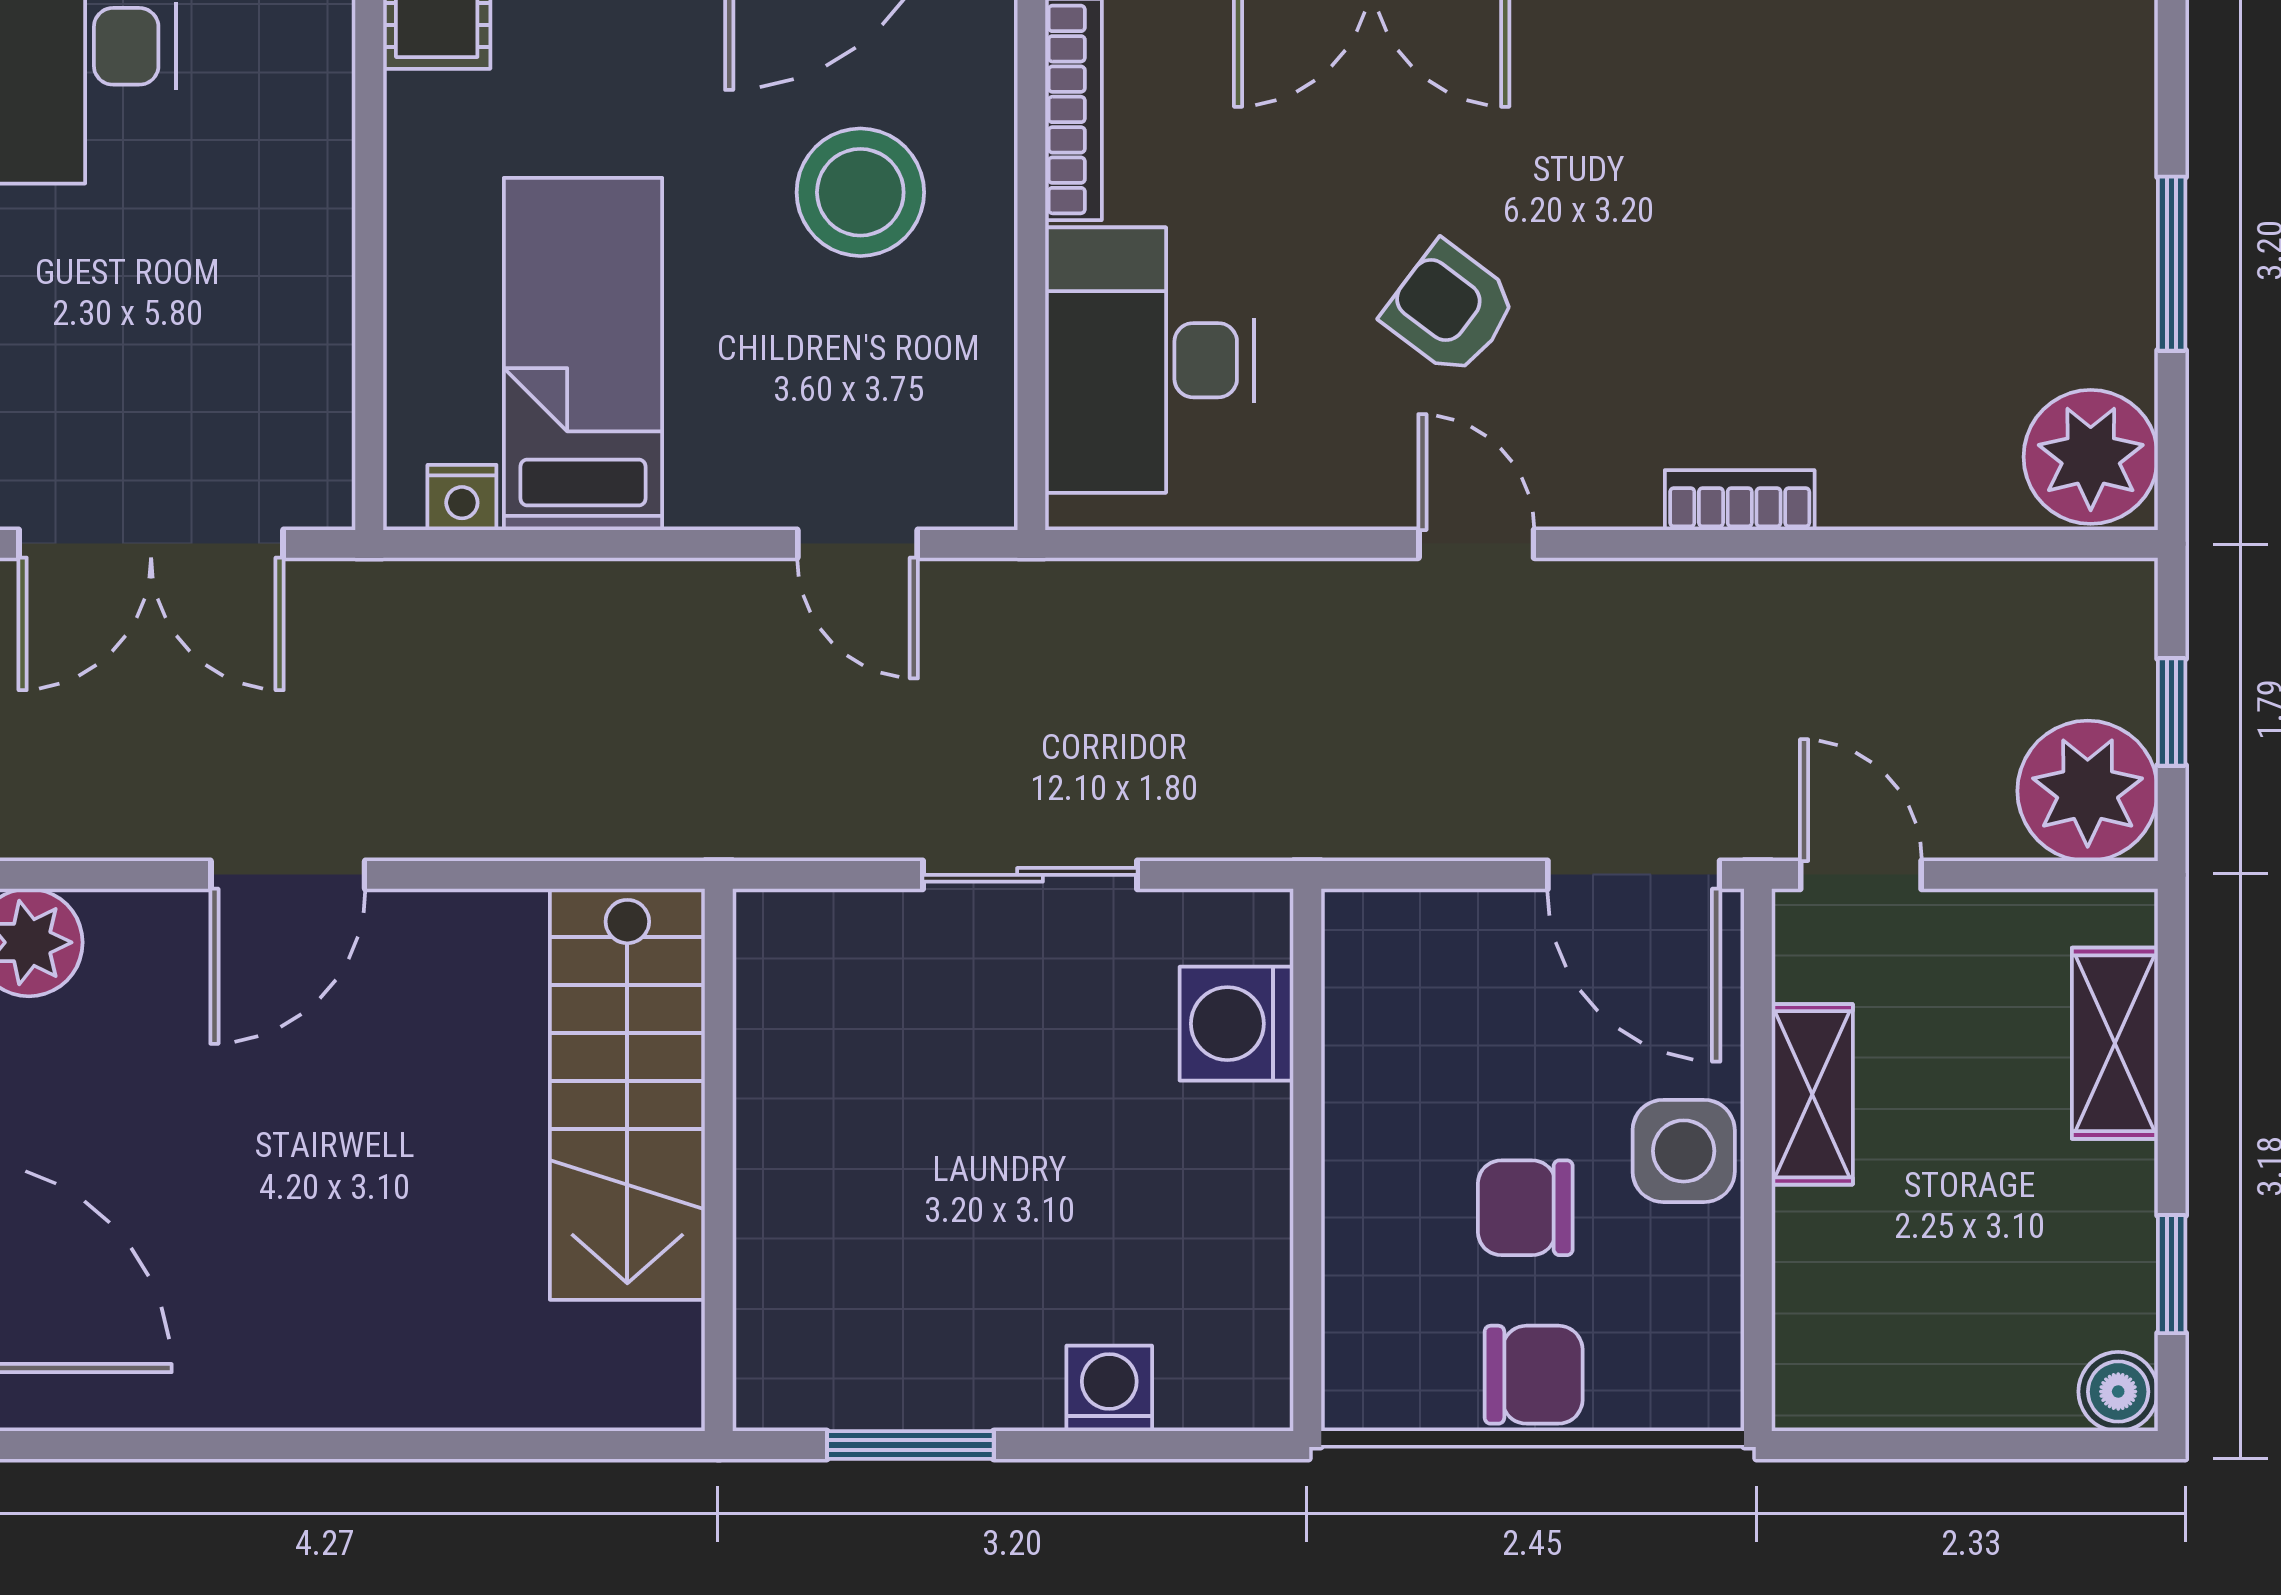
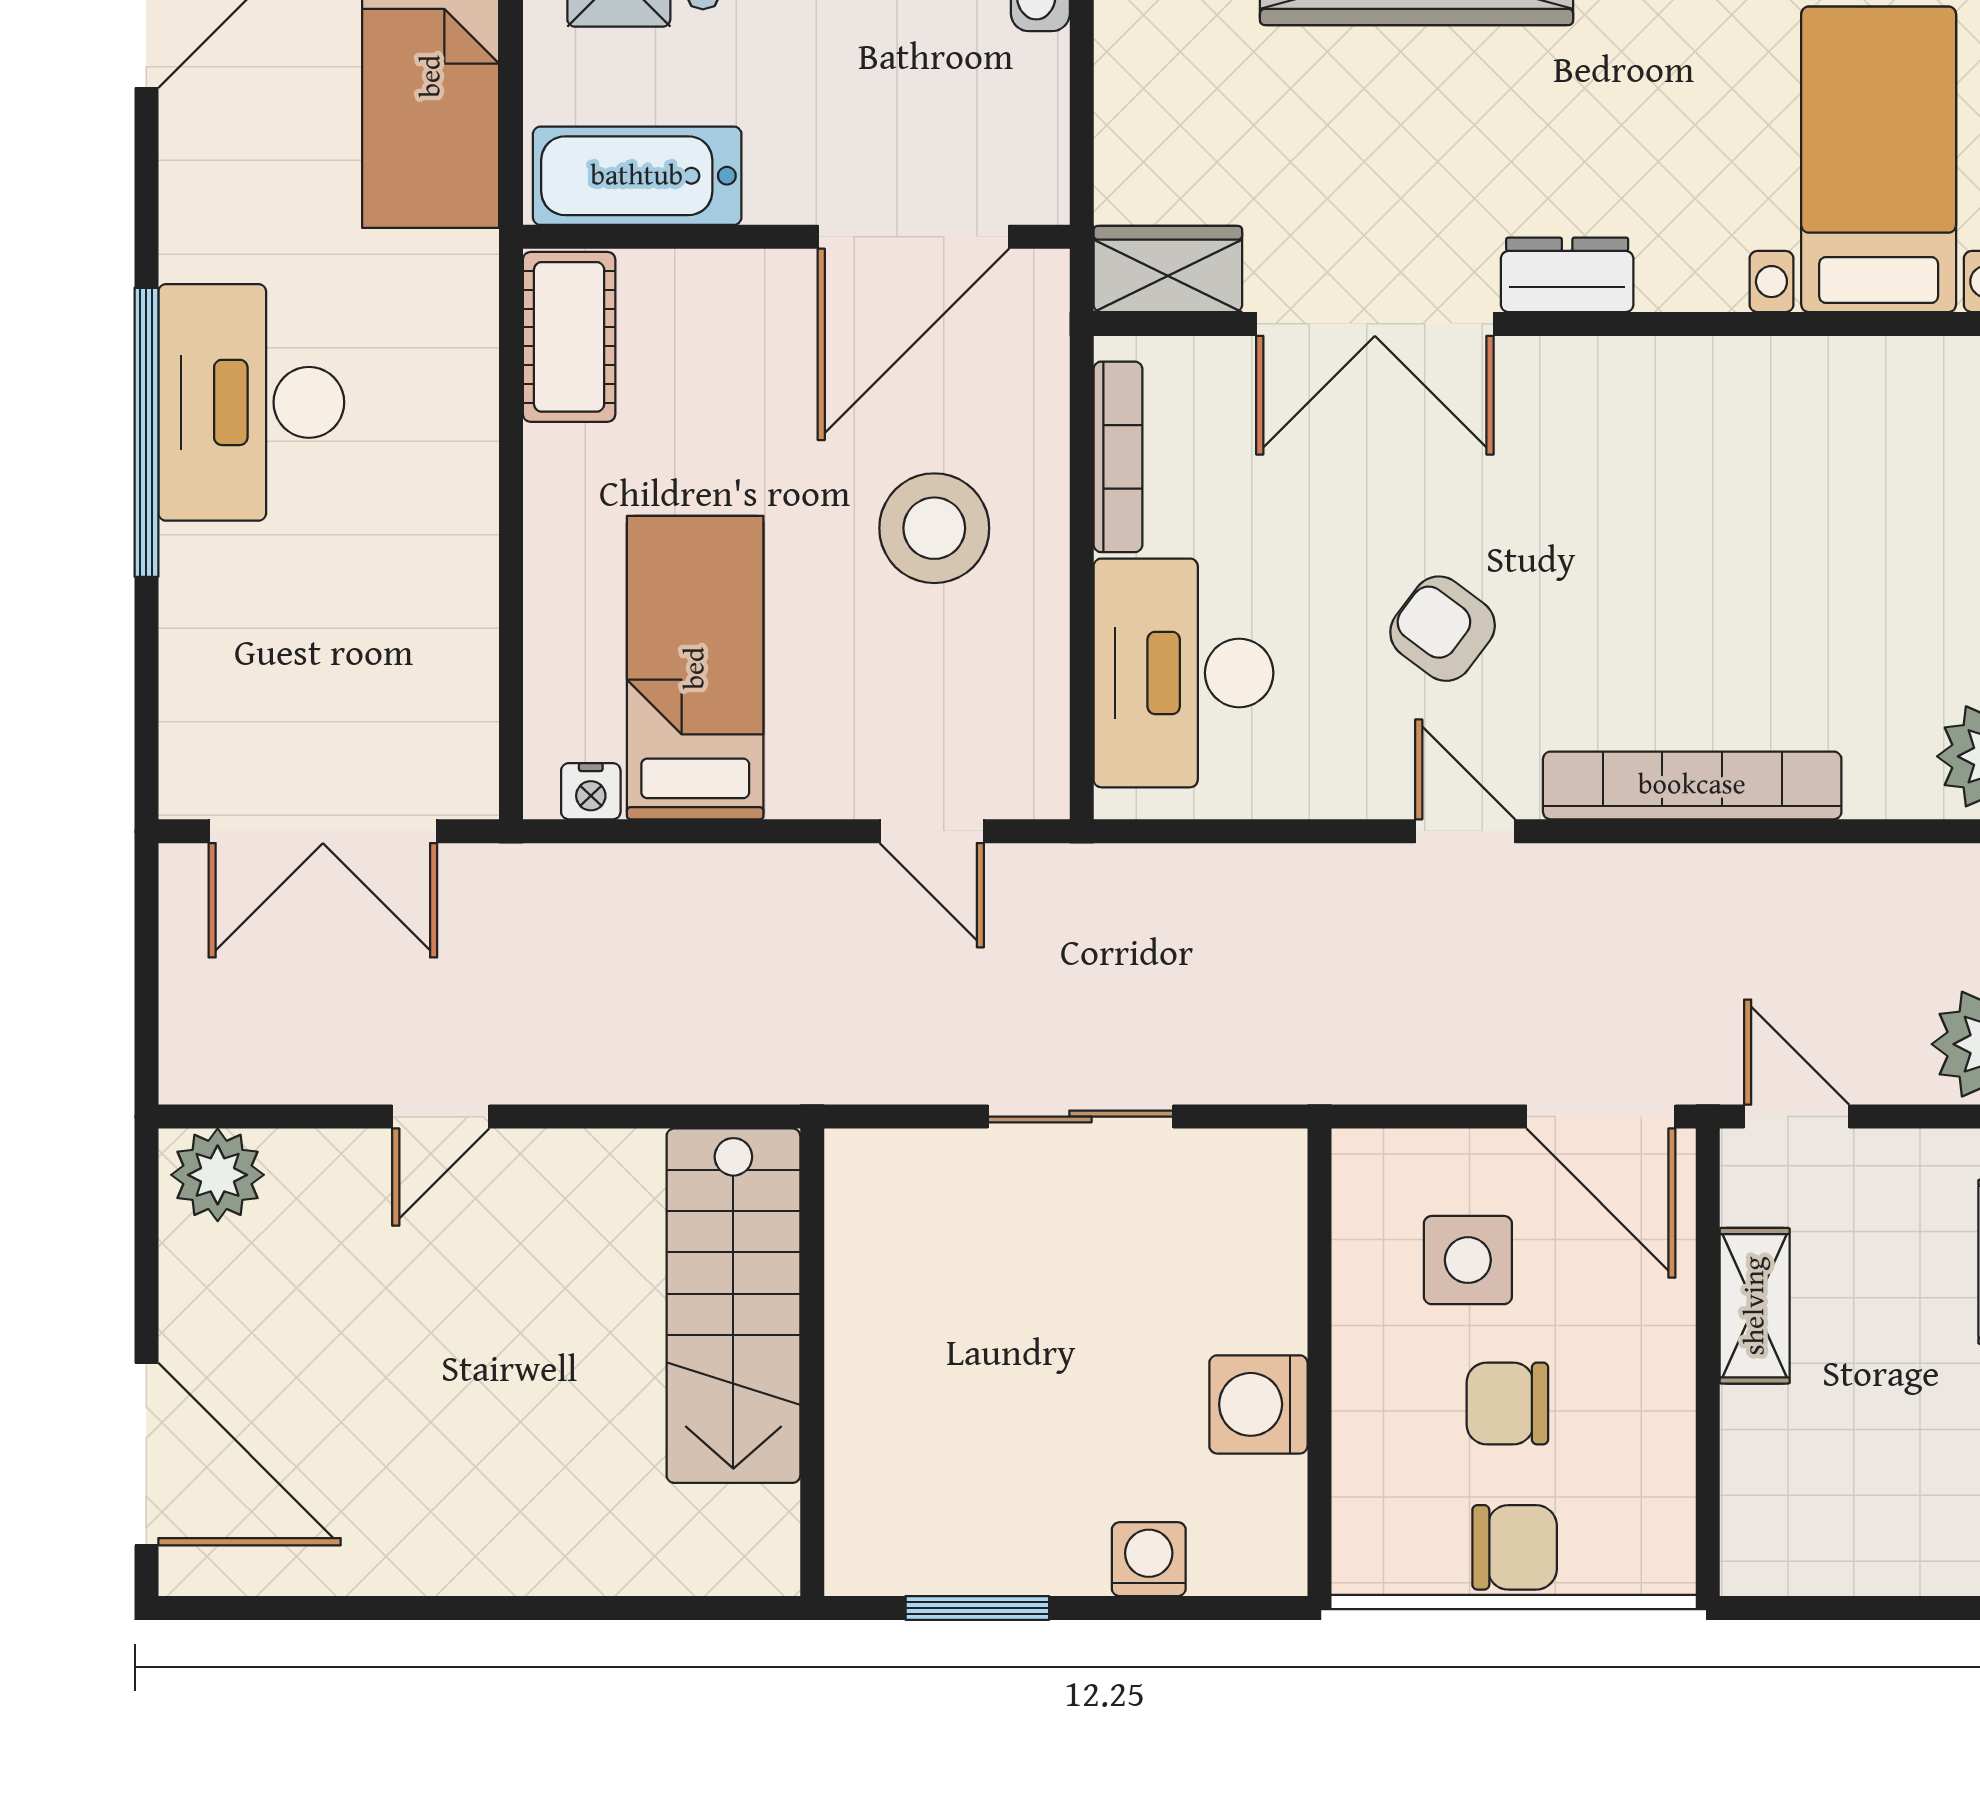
bookcase: (1740, 500) -> (1692, 785), width x2.31, depth x1.31
door: (288, 875) -> (441, 1117), width x0.73
washing machine: (1236, 1024) -> (1258, 1404), moved
side table: (1684, 1151) -> (1468, 1260), moved

